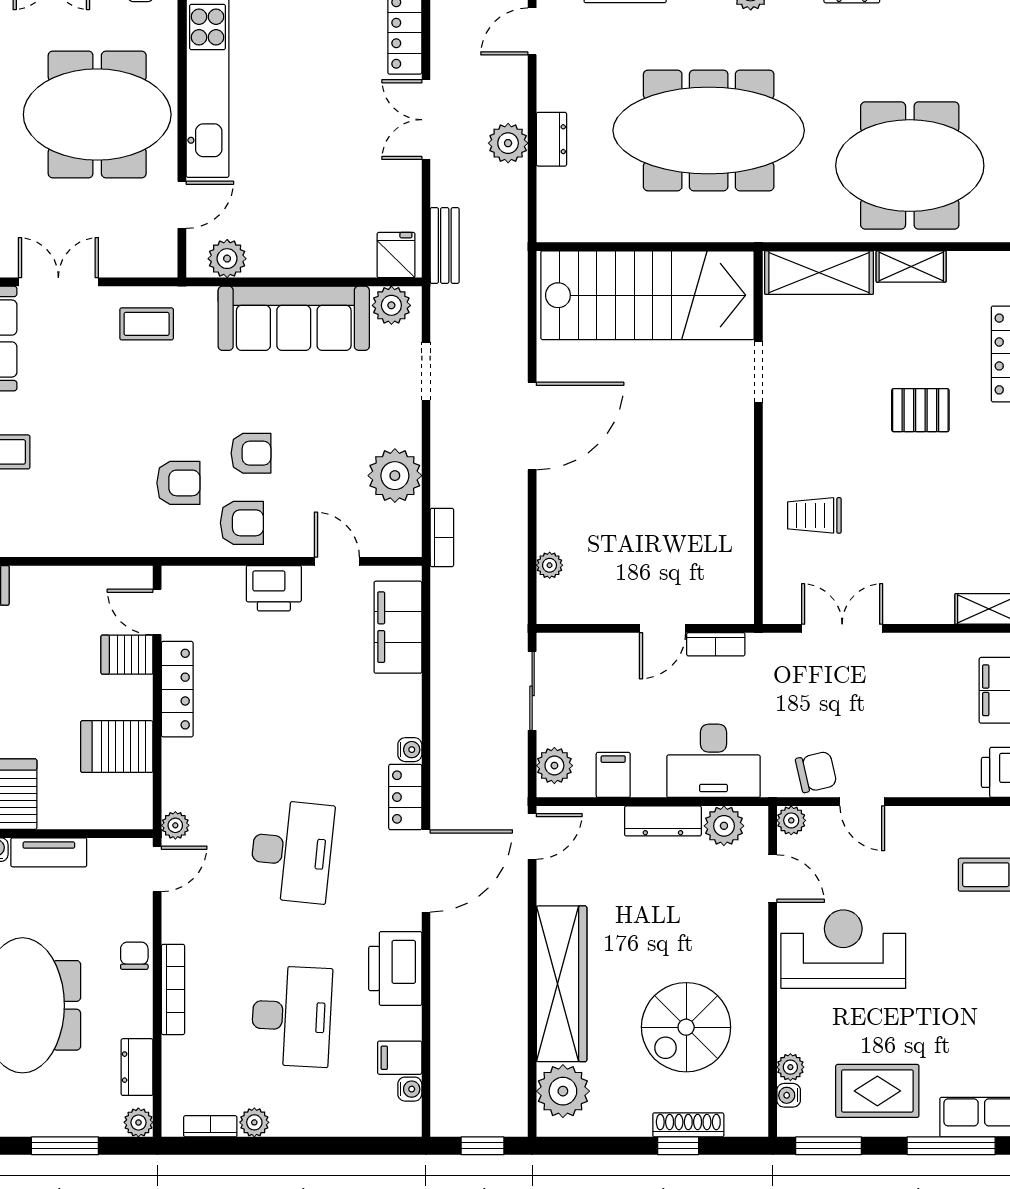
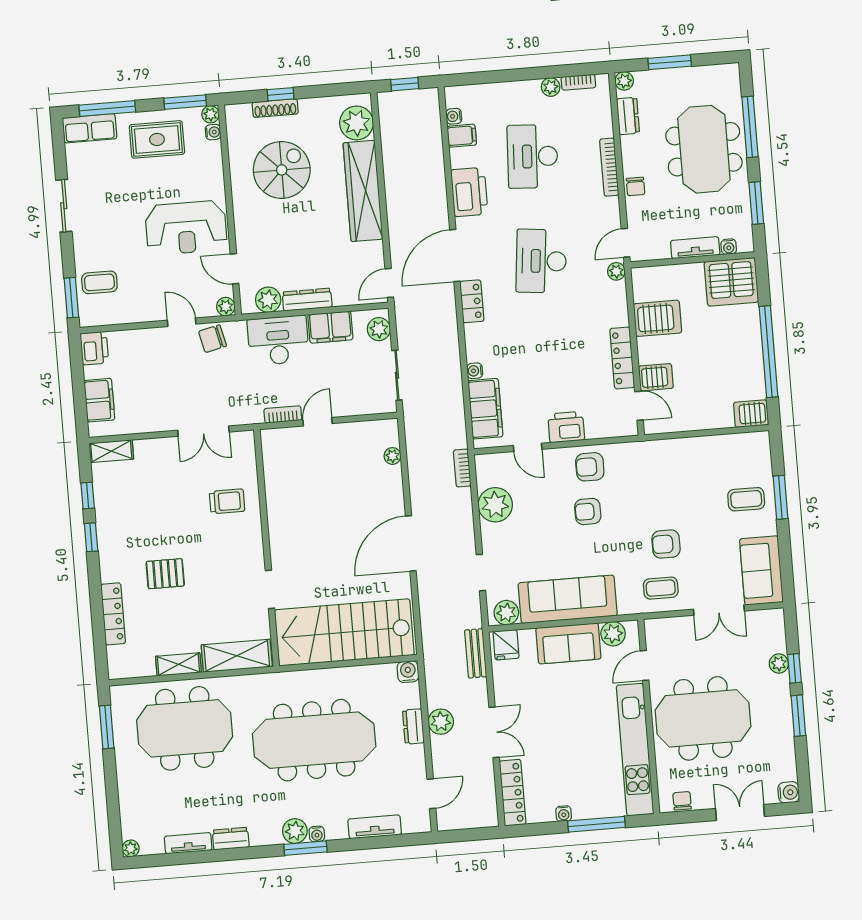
water cooler: (553, 226) -> (408, 672), added
sofa: (298, 249) -> (568, 643), added
armchair: (178, 483) -> (666, 544), moved
water cooler: (410, 750) -> (475, 371), moved
filing cabinet: (613, 775) -> (330, 327), width x2.00
plant: (790, 1067) -> (210, 114), moved

